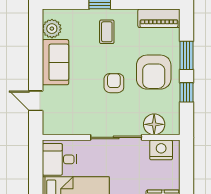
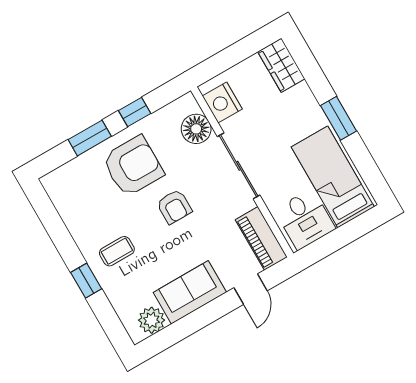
piano: (159, 18) -> (261, 238), moved, turned 180
armchair: (114, 83) -> (174, 207), turned -90

